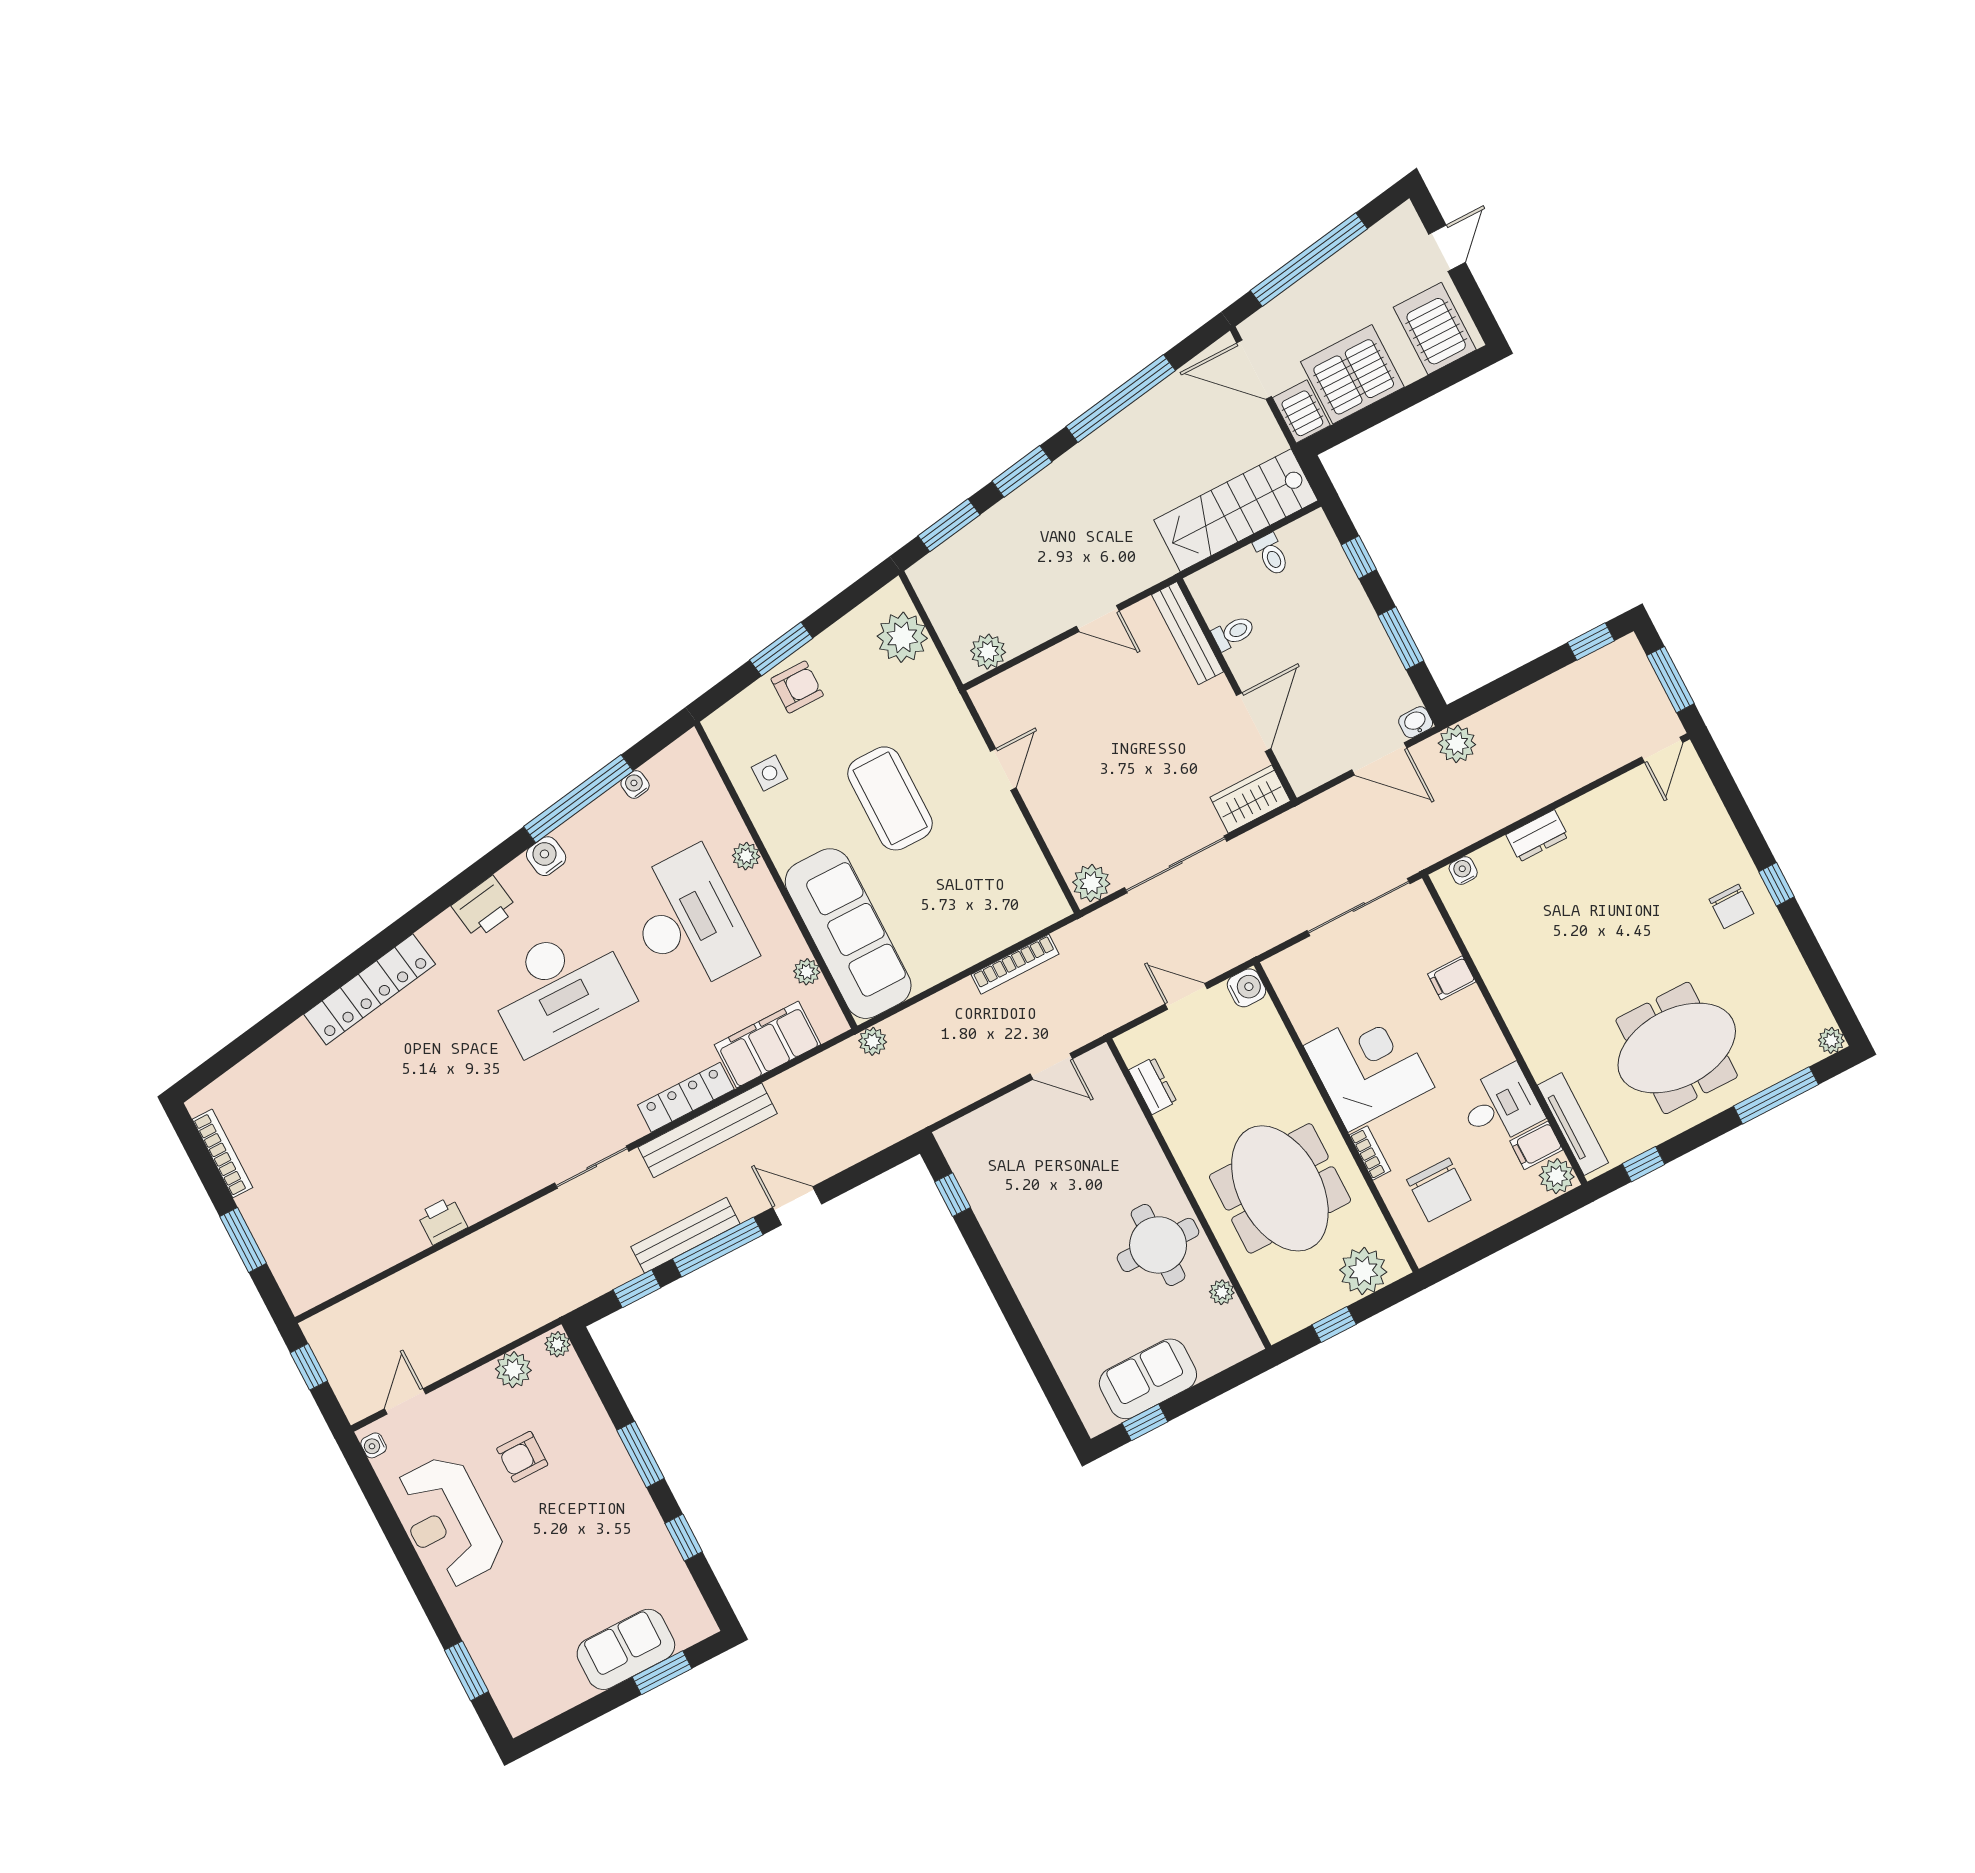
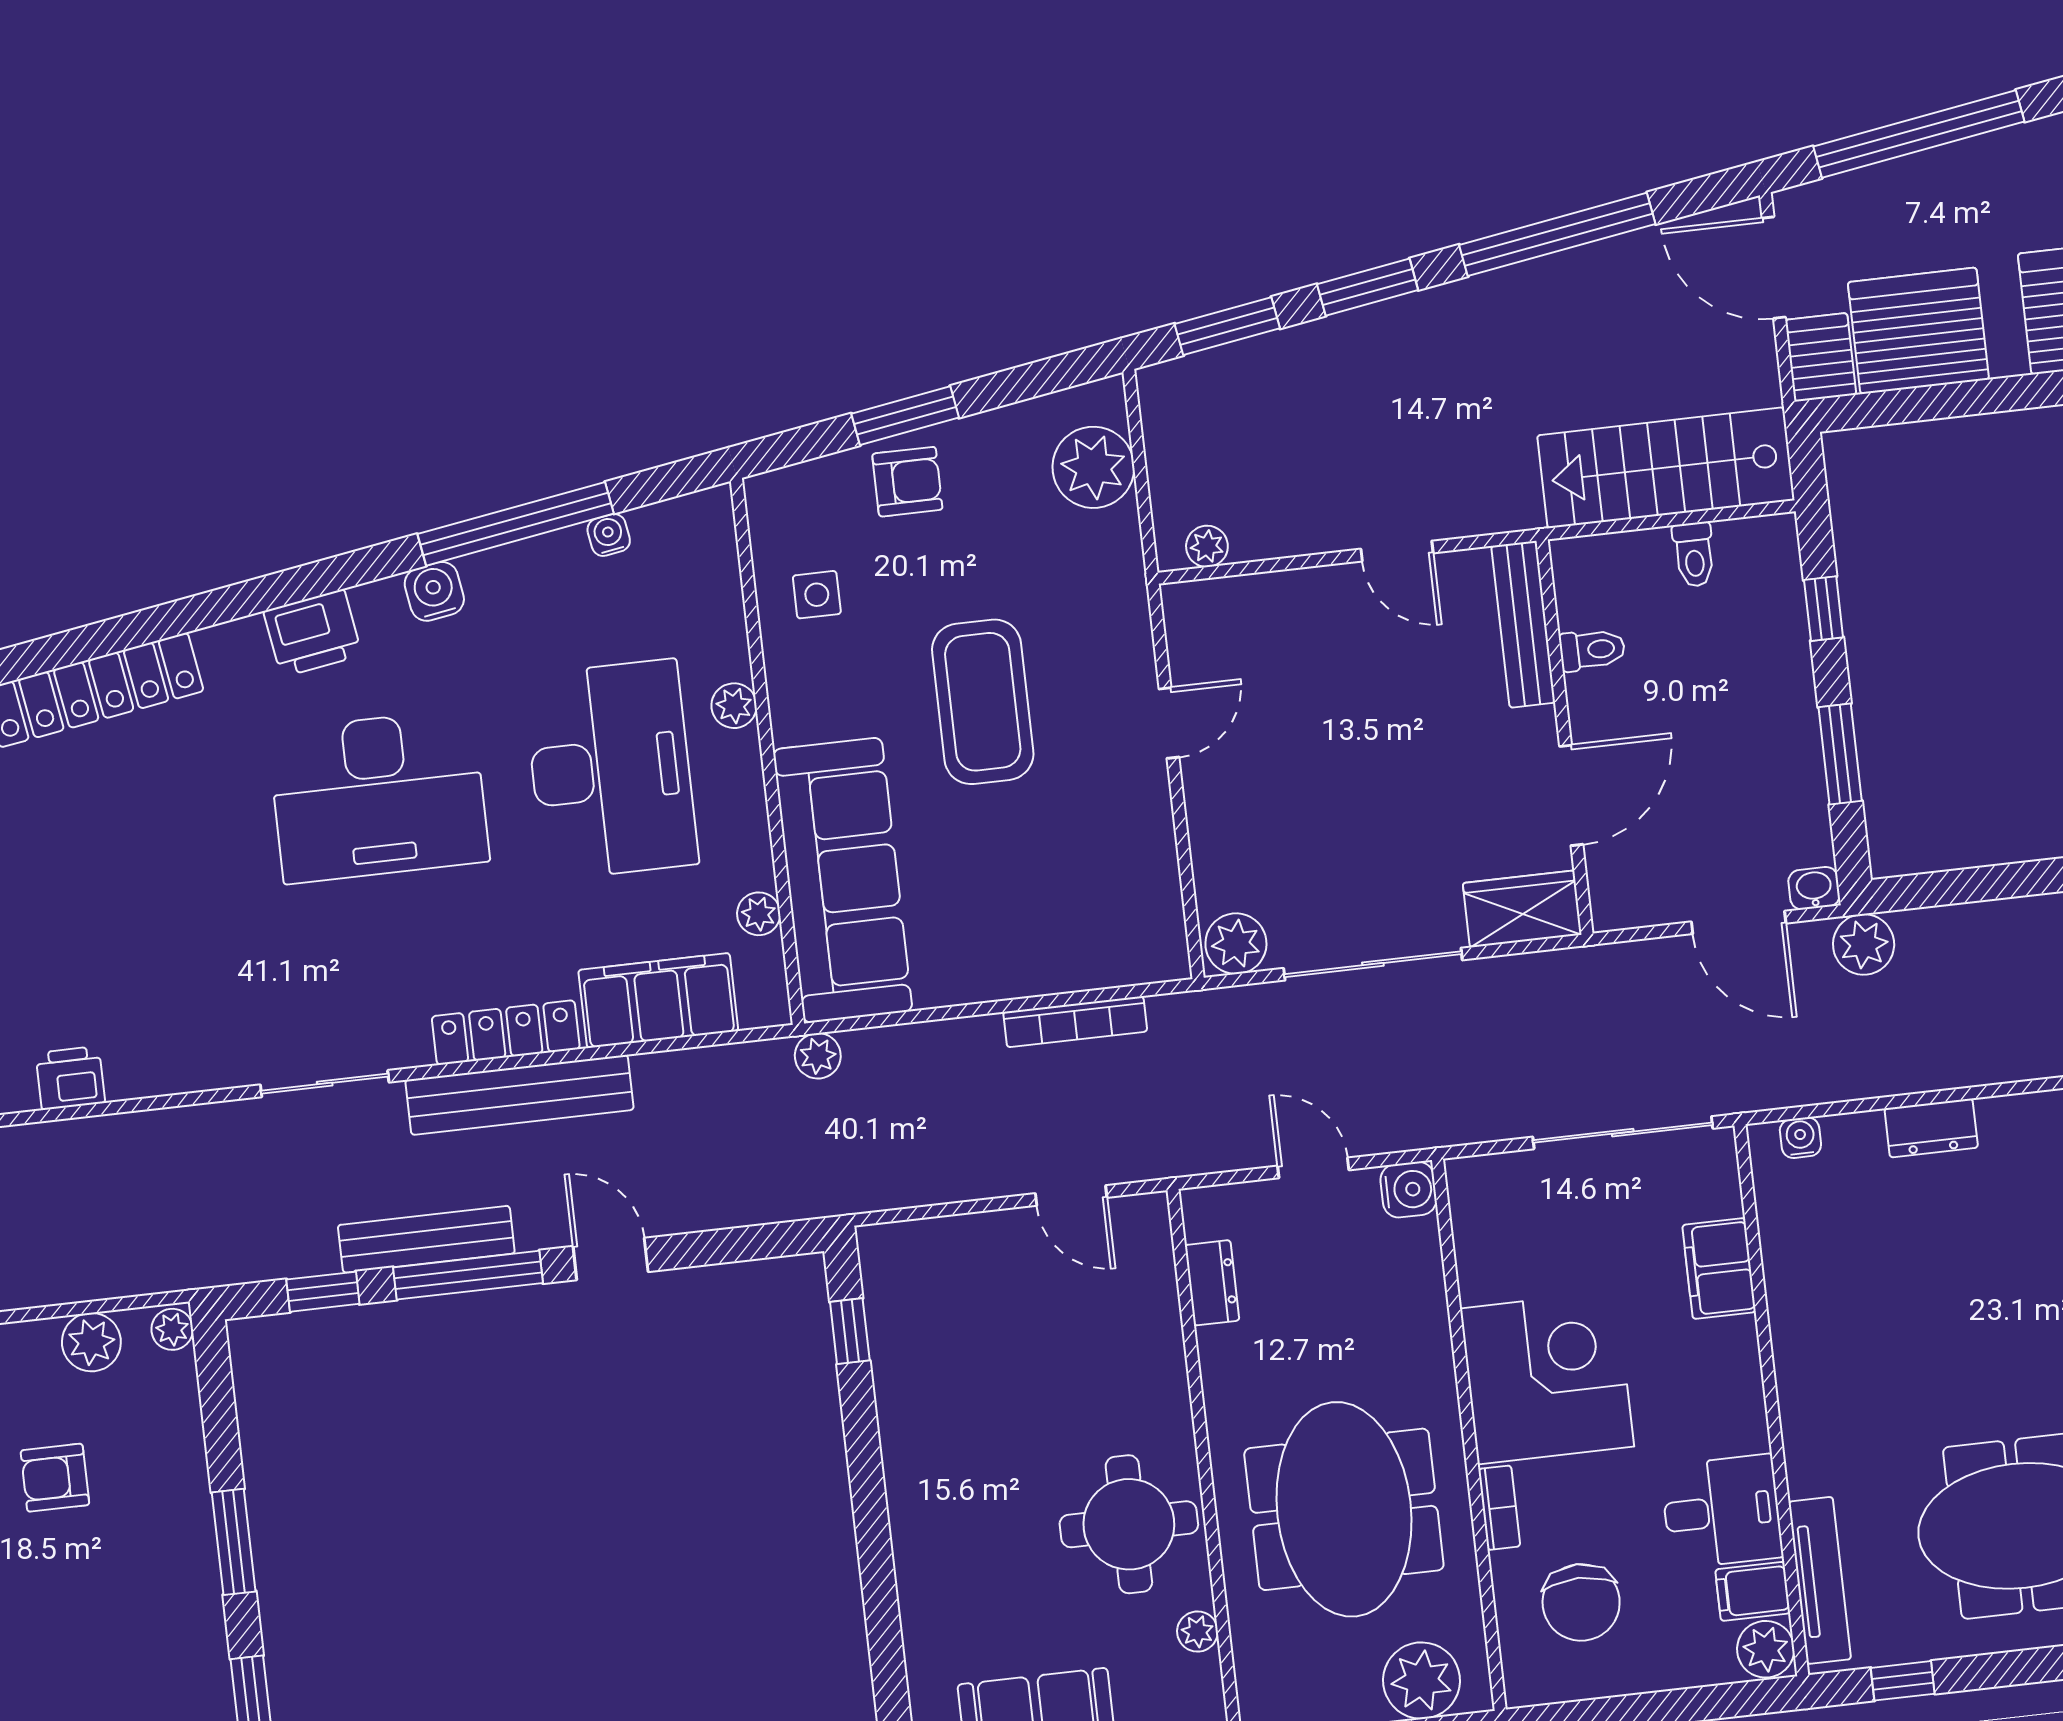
plant: (988, 652) -> (1207, 546), width x0.73, depth x0.73
filing cabinet: (1452, 978) -> (1719, 1269), width x2.00

